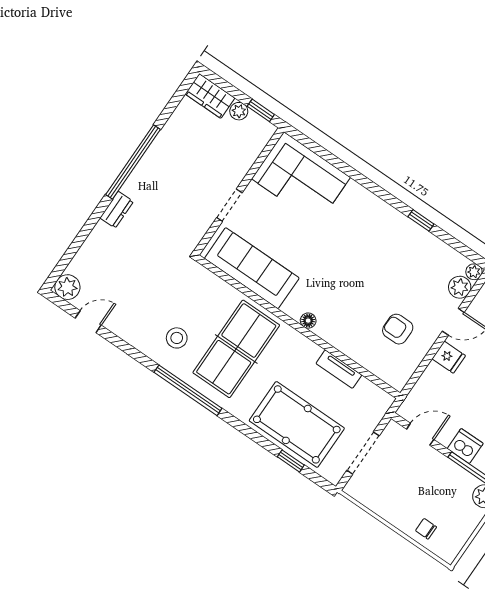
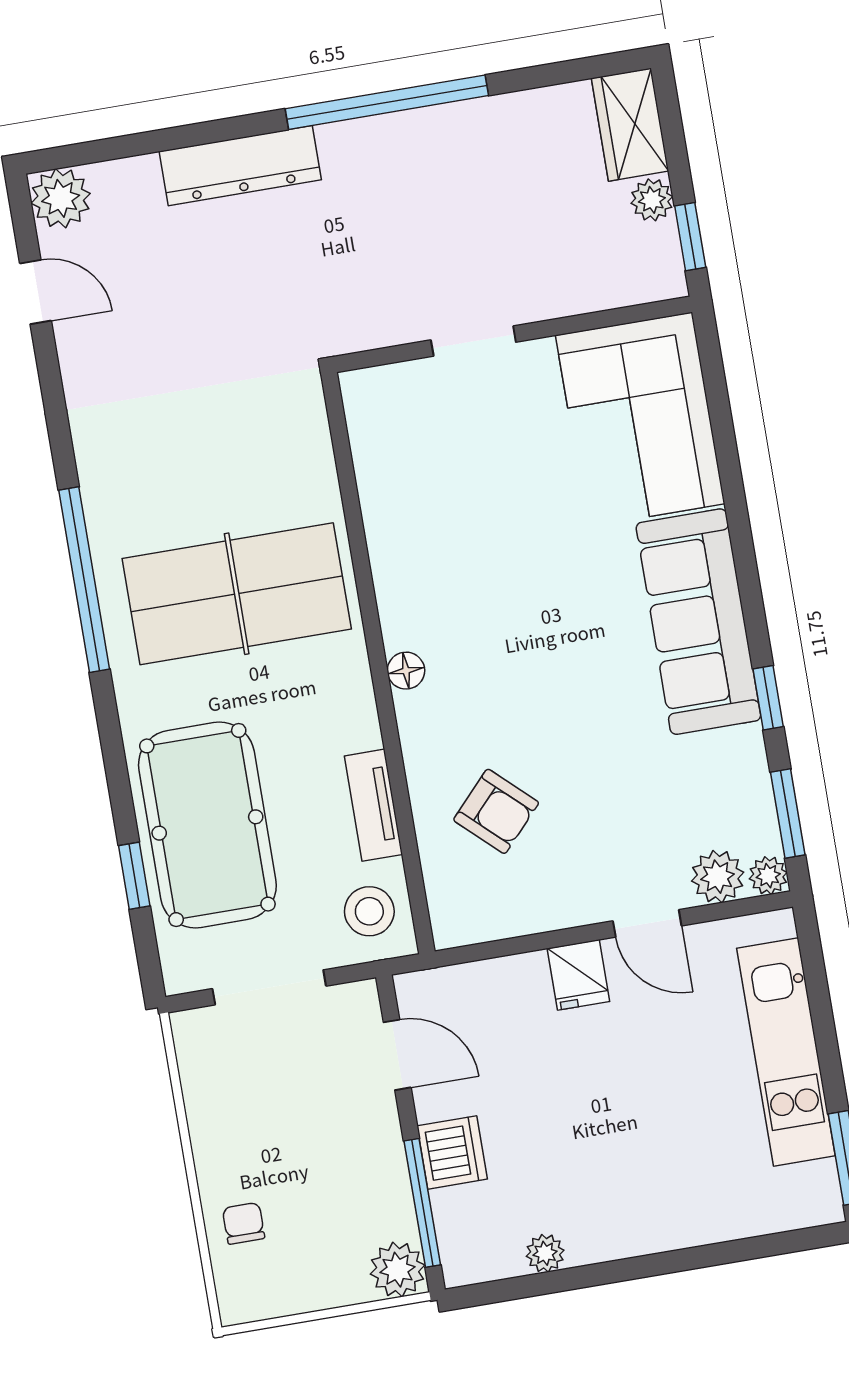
dresser: (117, 210) -> (240, 166), width x1.96, depth x1.24
window: (461, 248) -> (788, 814), added
sofa: (252, 268) -> (698, 622), moved, turned 180
armchair: (398, 329) -> (496, 811), moved, turned 133
stool: (177, 338) -> (369, 911), moved

